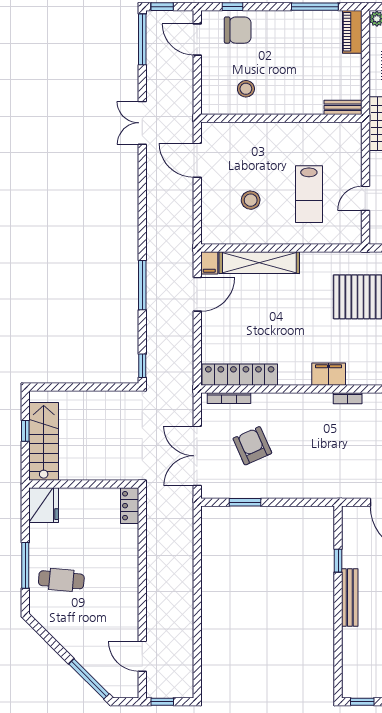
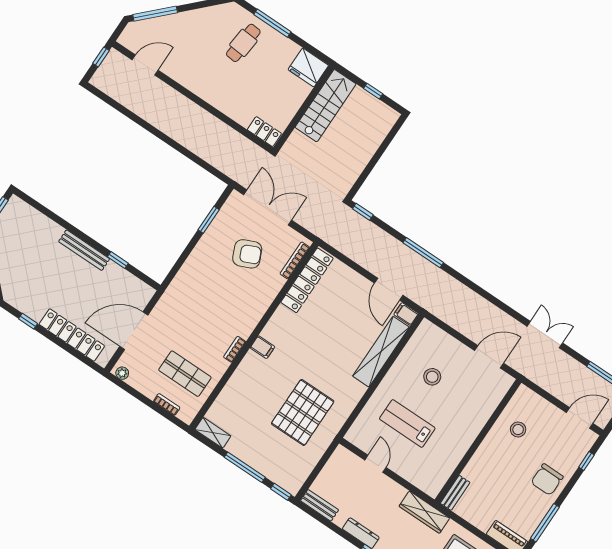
chair: (238, 30) -> (547, 480), moved
filing cabinet: (329, 374) -> (262, 347), width x0.50
stairs: (44, 441) -> (326, 106), moved, turned -90

